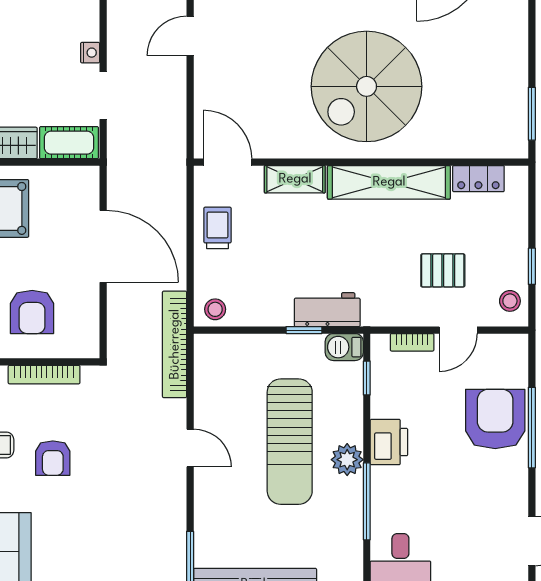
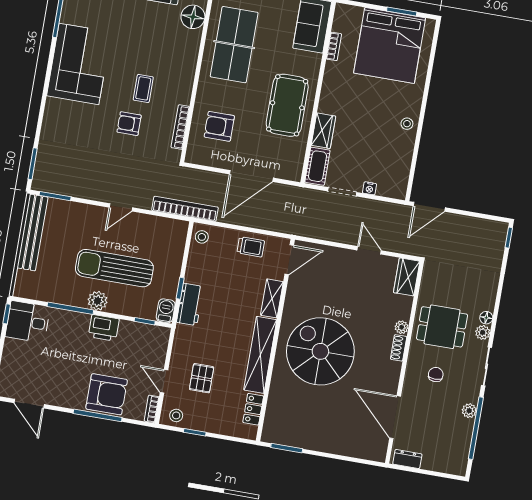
bookcase: (412, 342) -> (152, 409), moved

